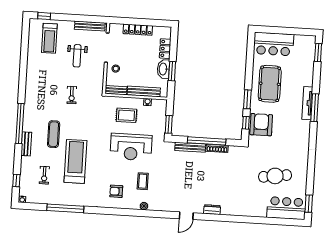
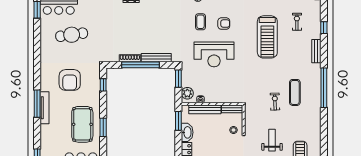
window: (172, 71) -> (178, 121), moved
window: (247, 99) -> (103, 127), moved
plant: (161, 109) -> (187, 93), added
rug: (126, 115) -> (220, 85), removed
window: (20, 124) -> (324, 88), moved
armchair: (261, 125) -> (70, 80), moved
exercise mat: (54, 134) -> (295, 92), moved
reception desk: (131, 147) -> (214, 54), turned 180
window: (16, 181) -> (324, 28), moved
armchair: (116, 191) -> (224, 24), moved

